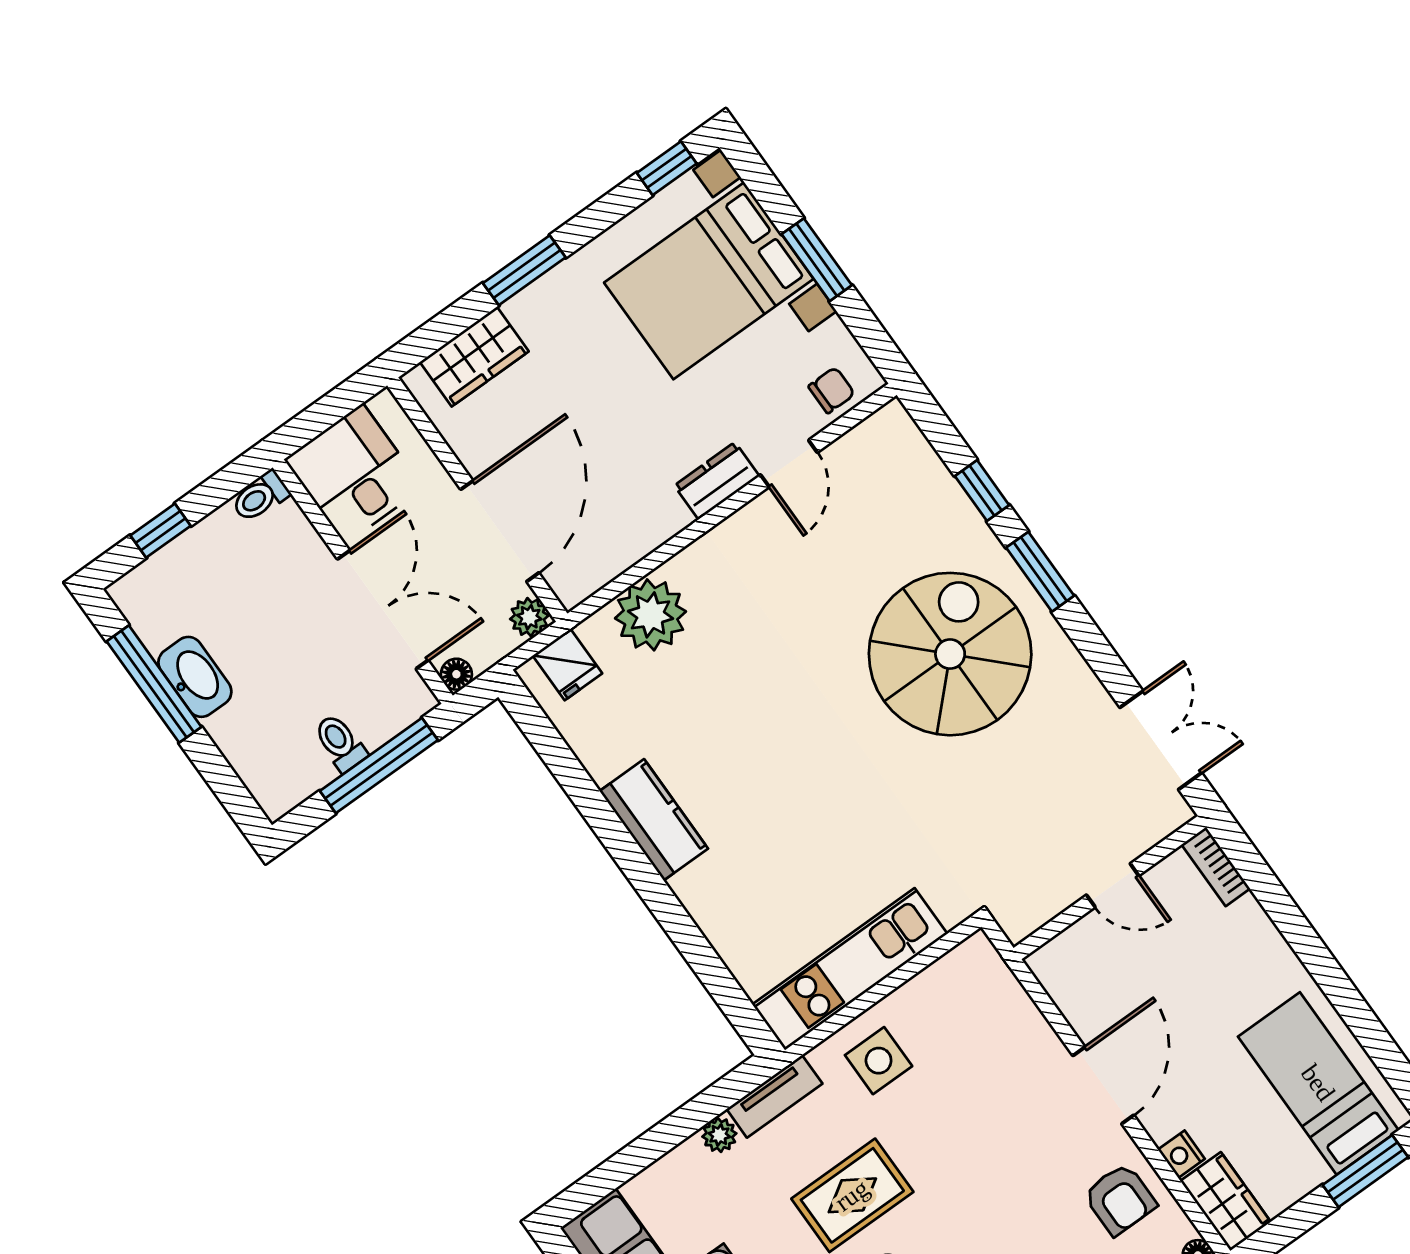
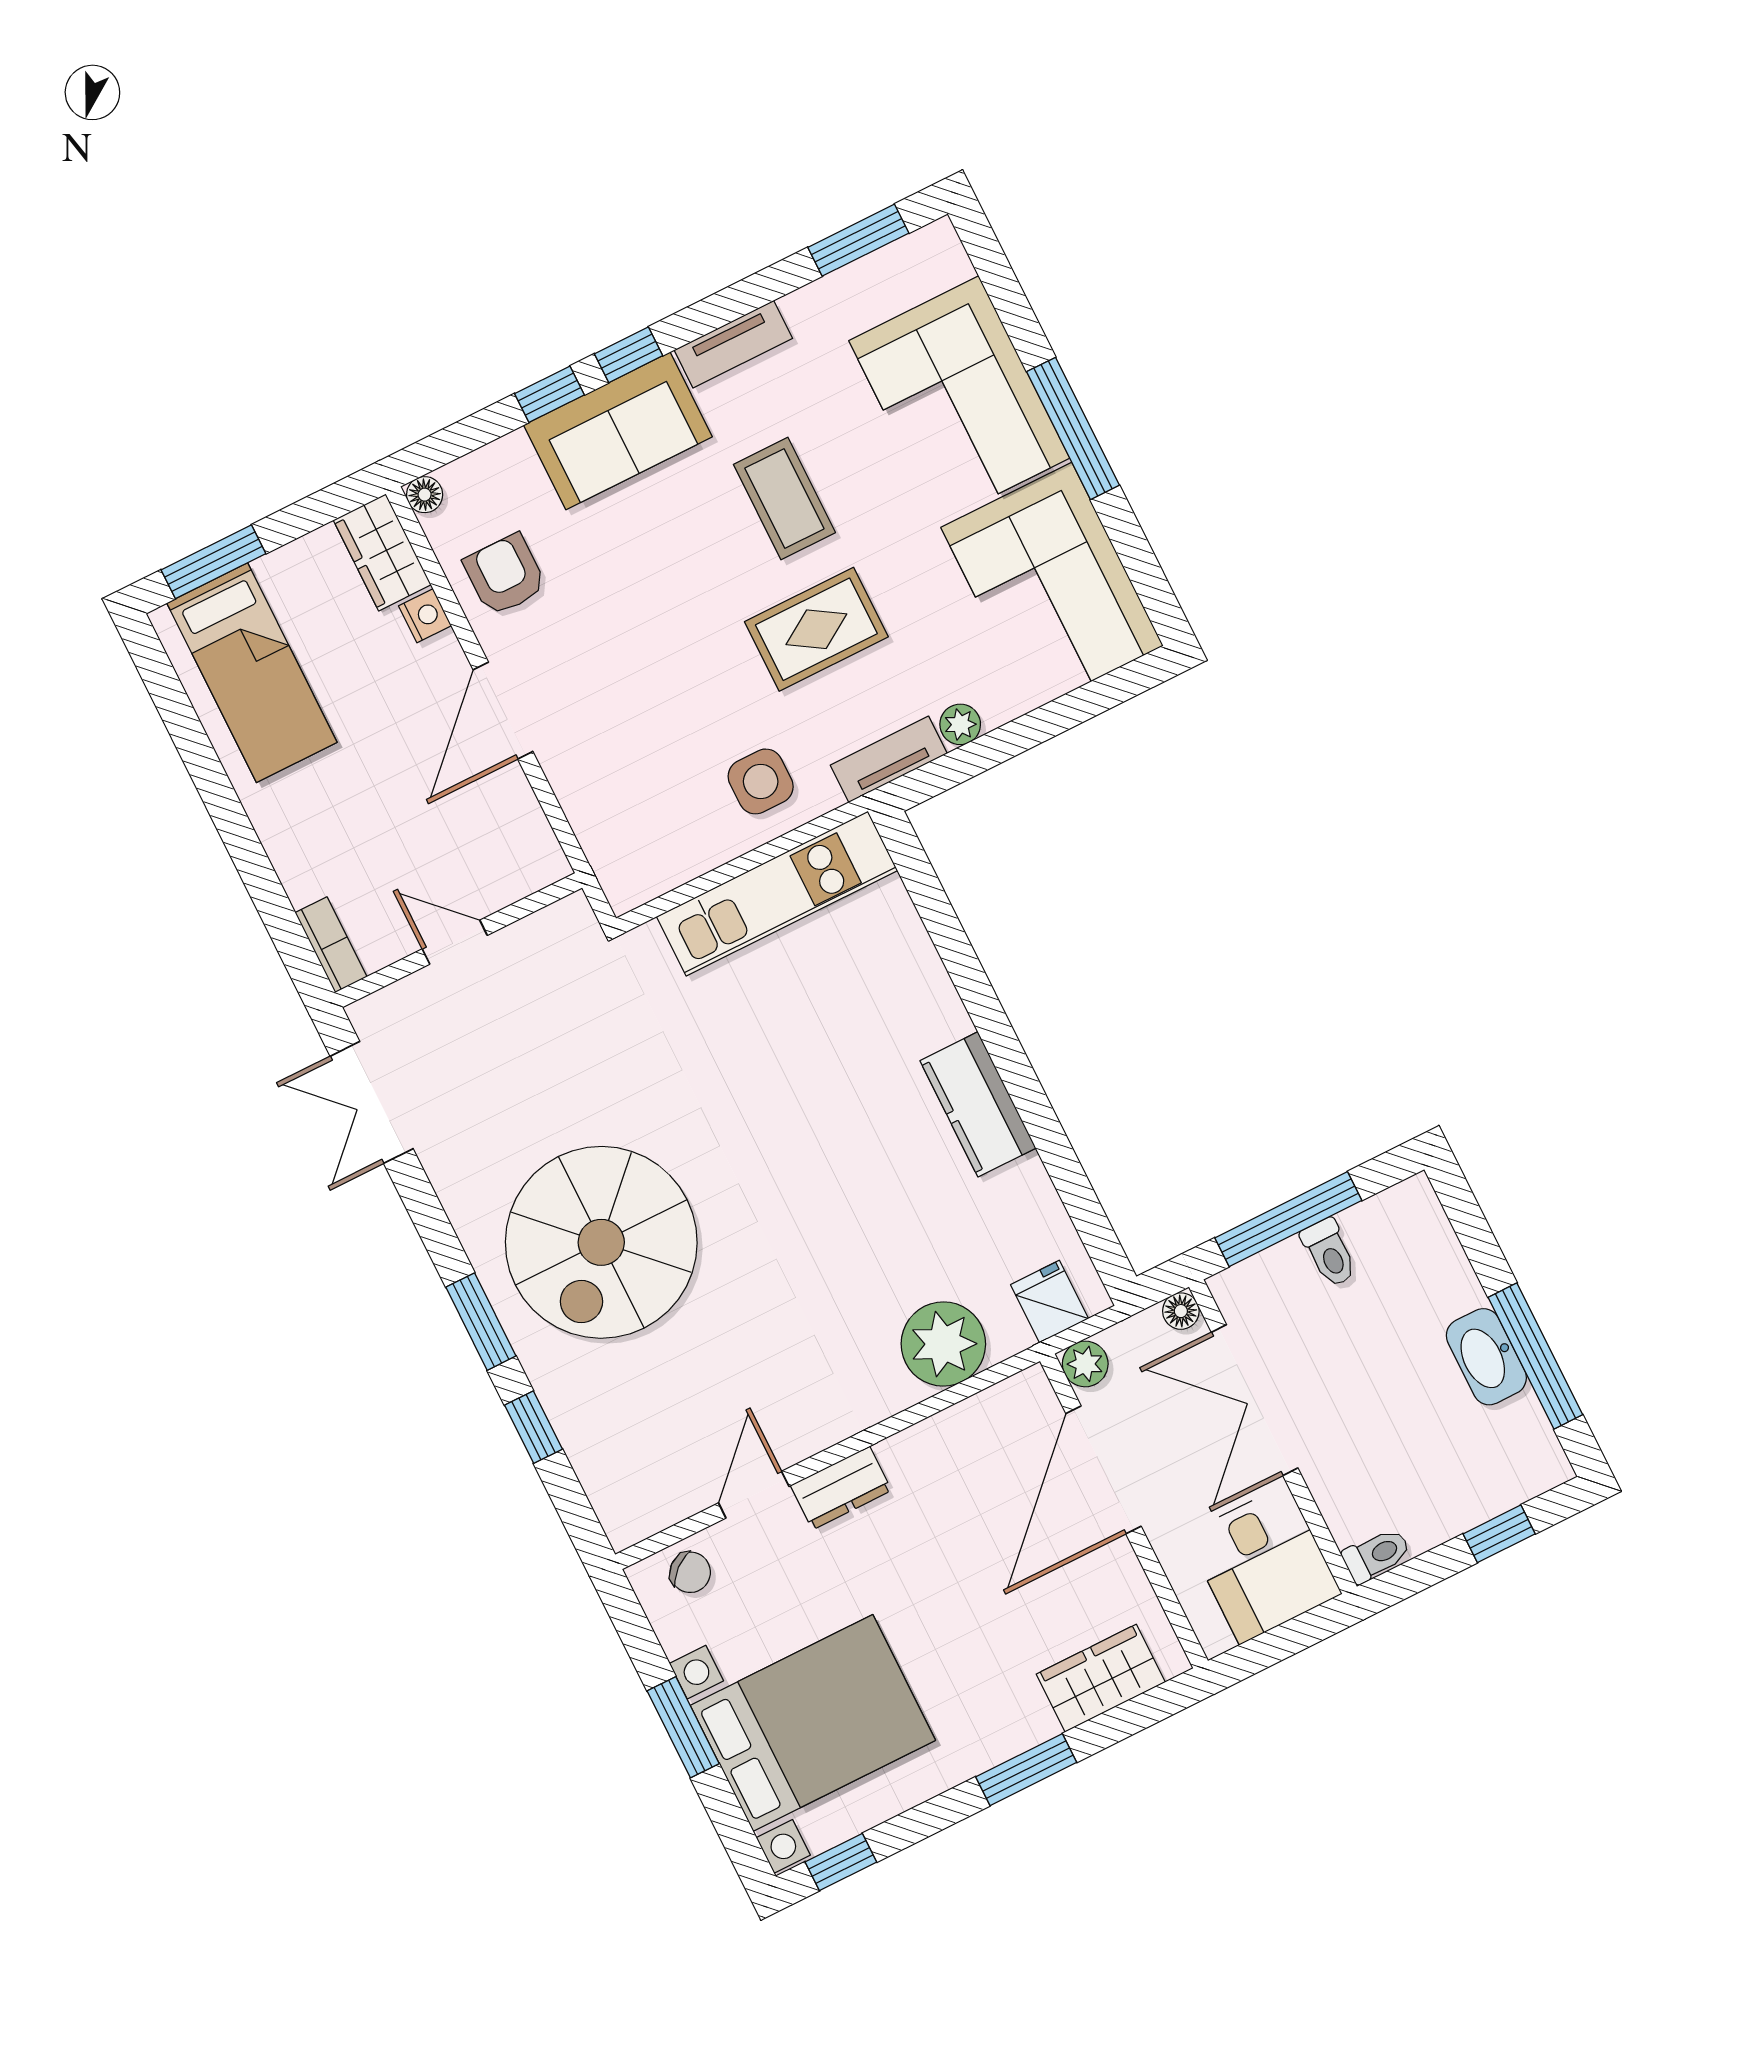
chair: (832, 390) -> (690, 1572), turned -130

